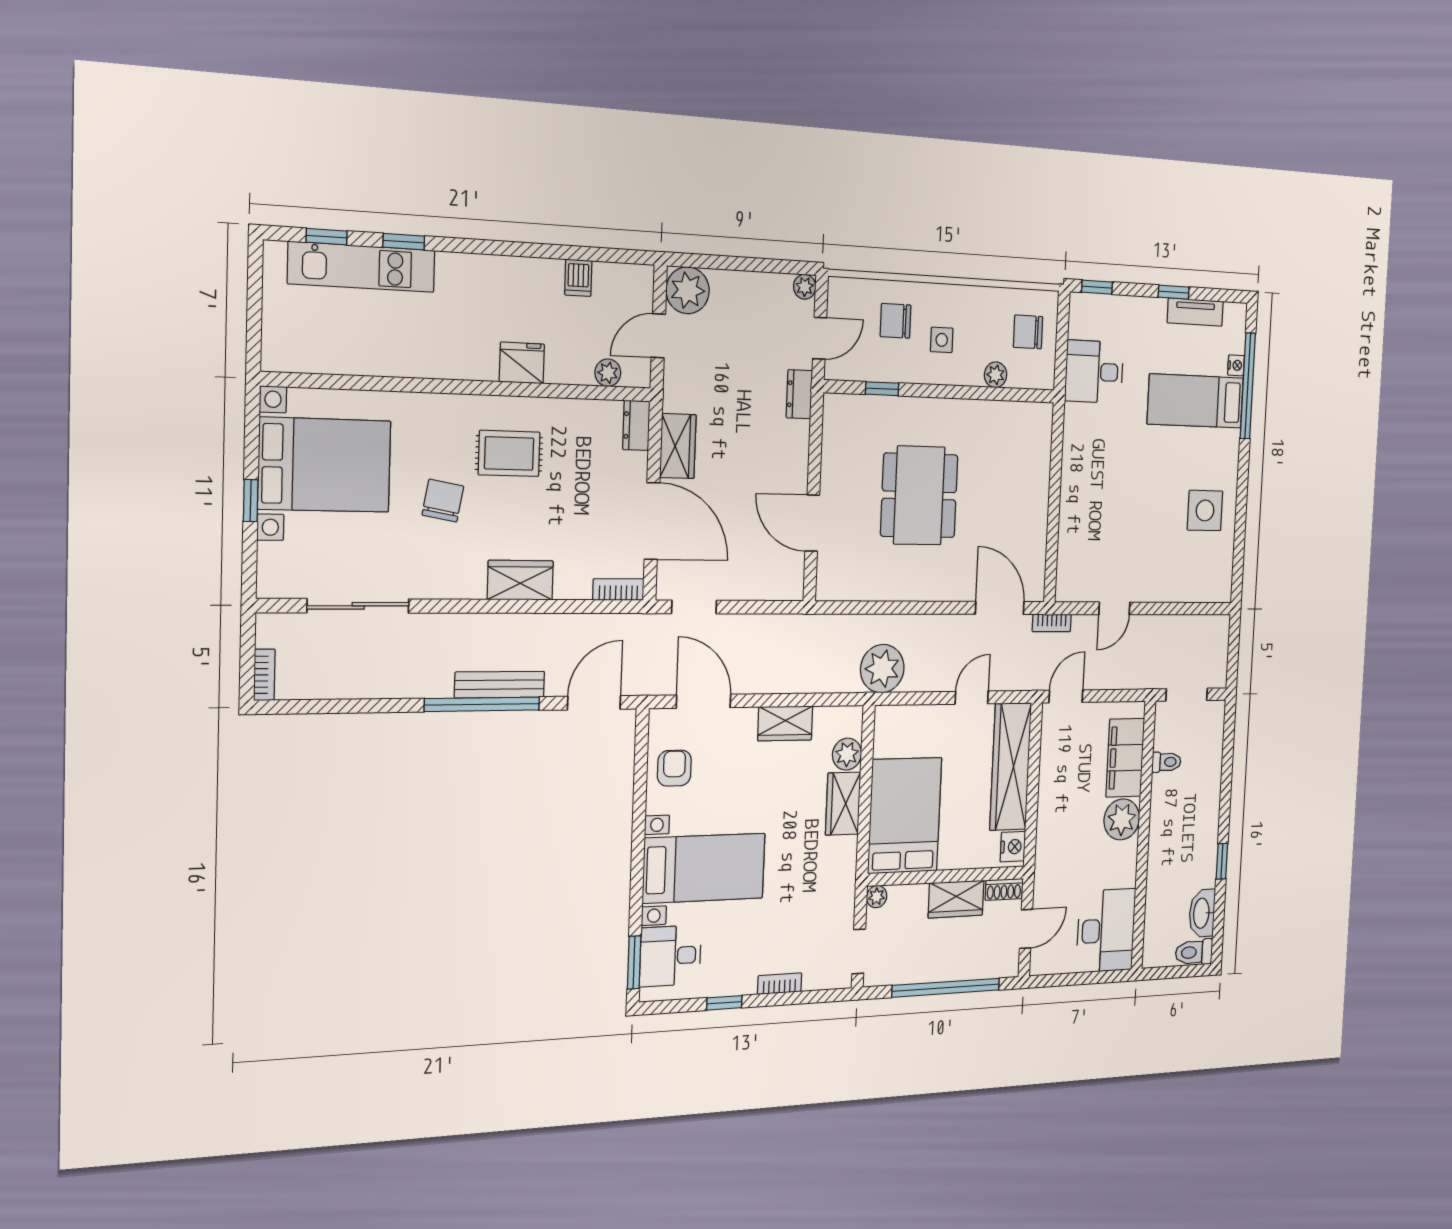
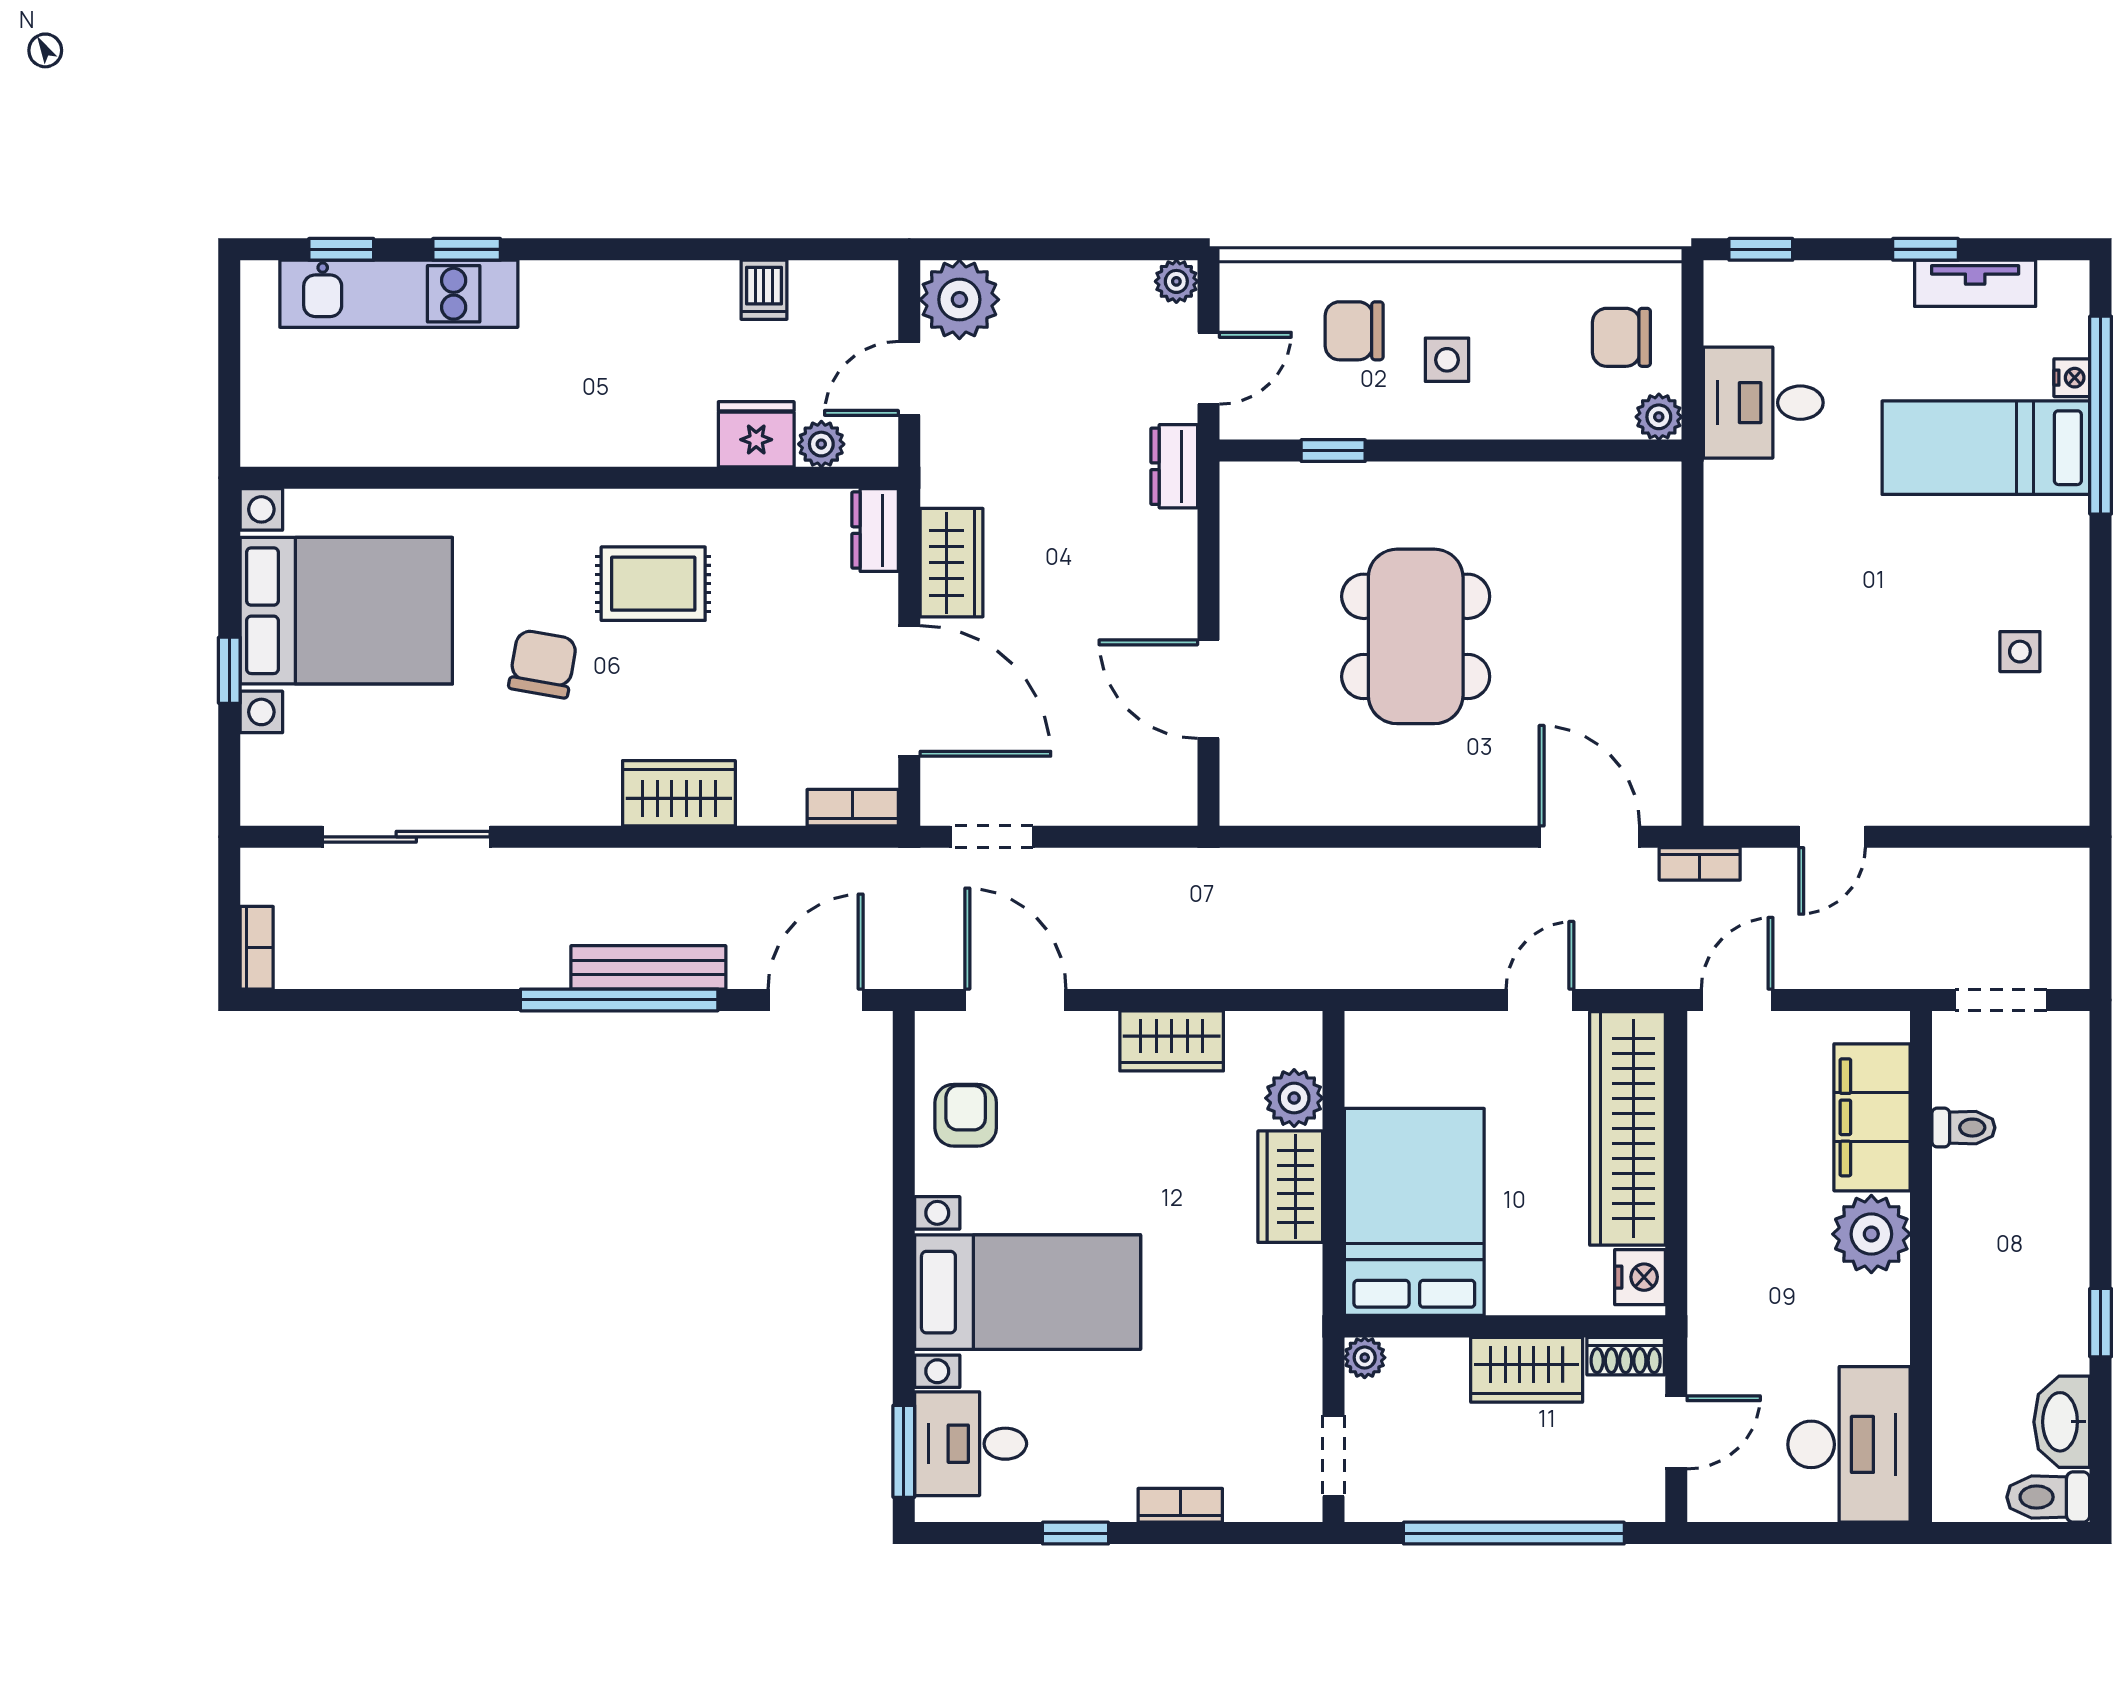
fridge: (522, 363) -> (756, 434), moved
plant: (996, 375) -> (1659, 417), moved
side table: (1205, 510) -> (2020, 652), width x0.54, depth x0.54
plant: (882, 669) -> (1357, 946), removed

